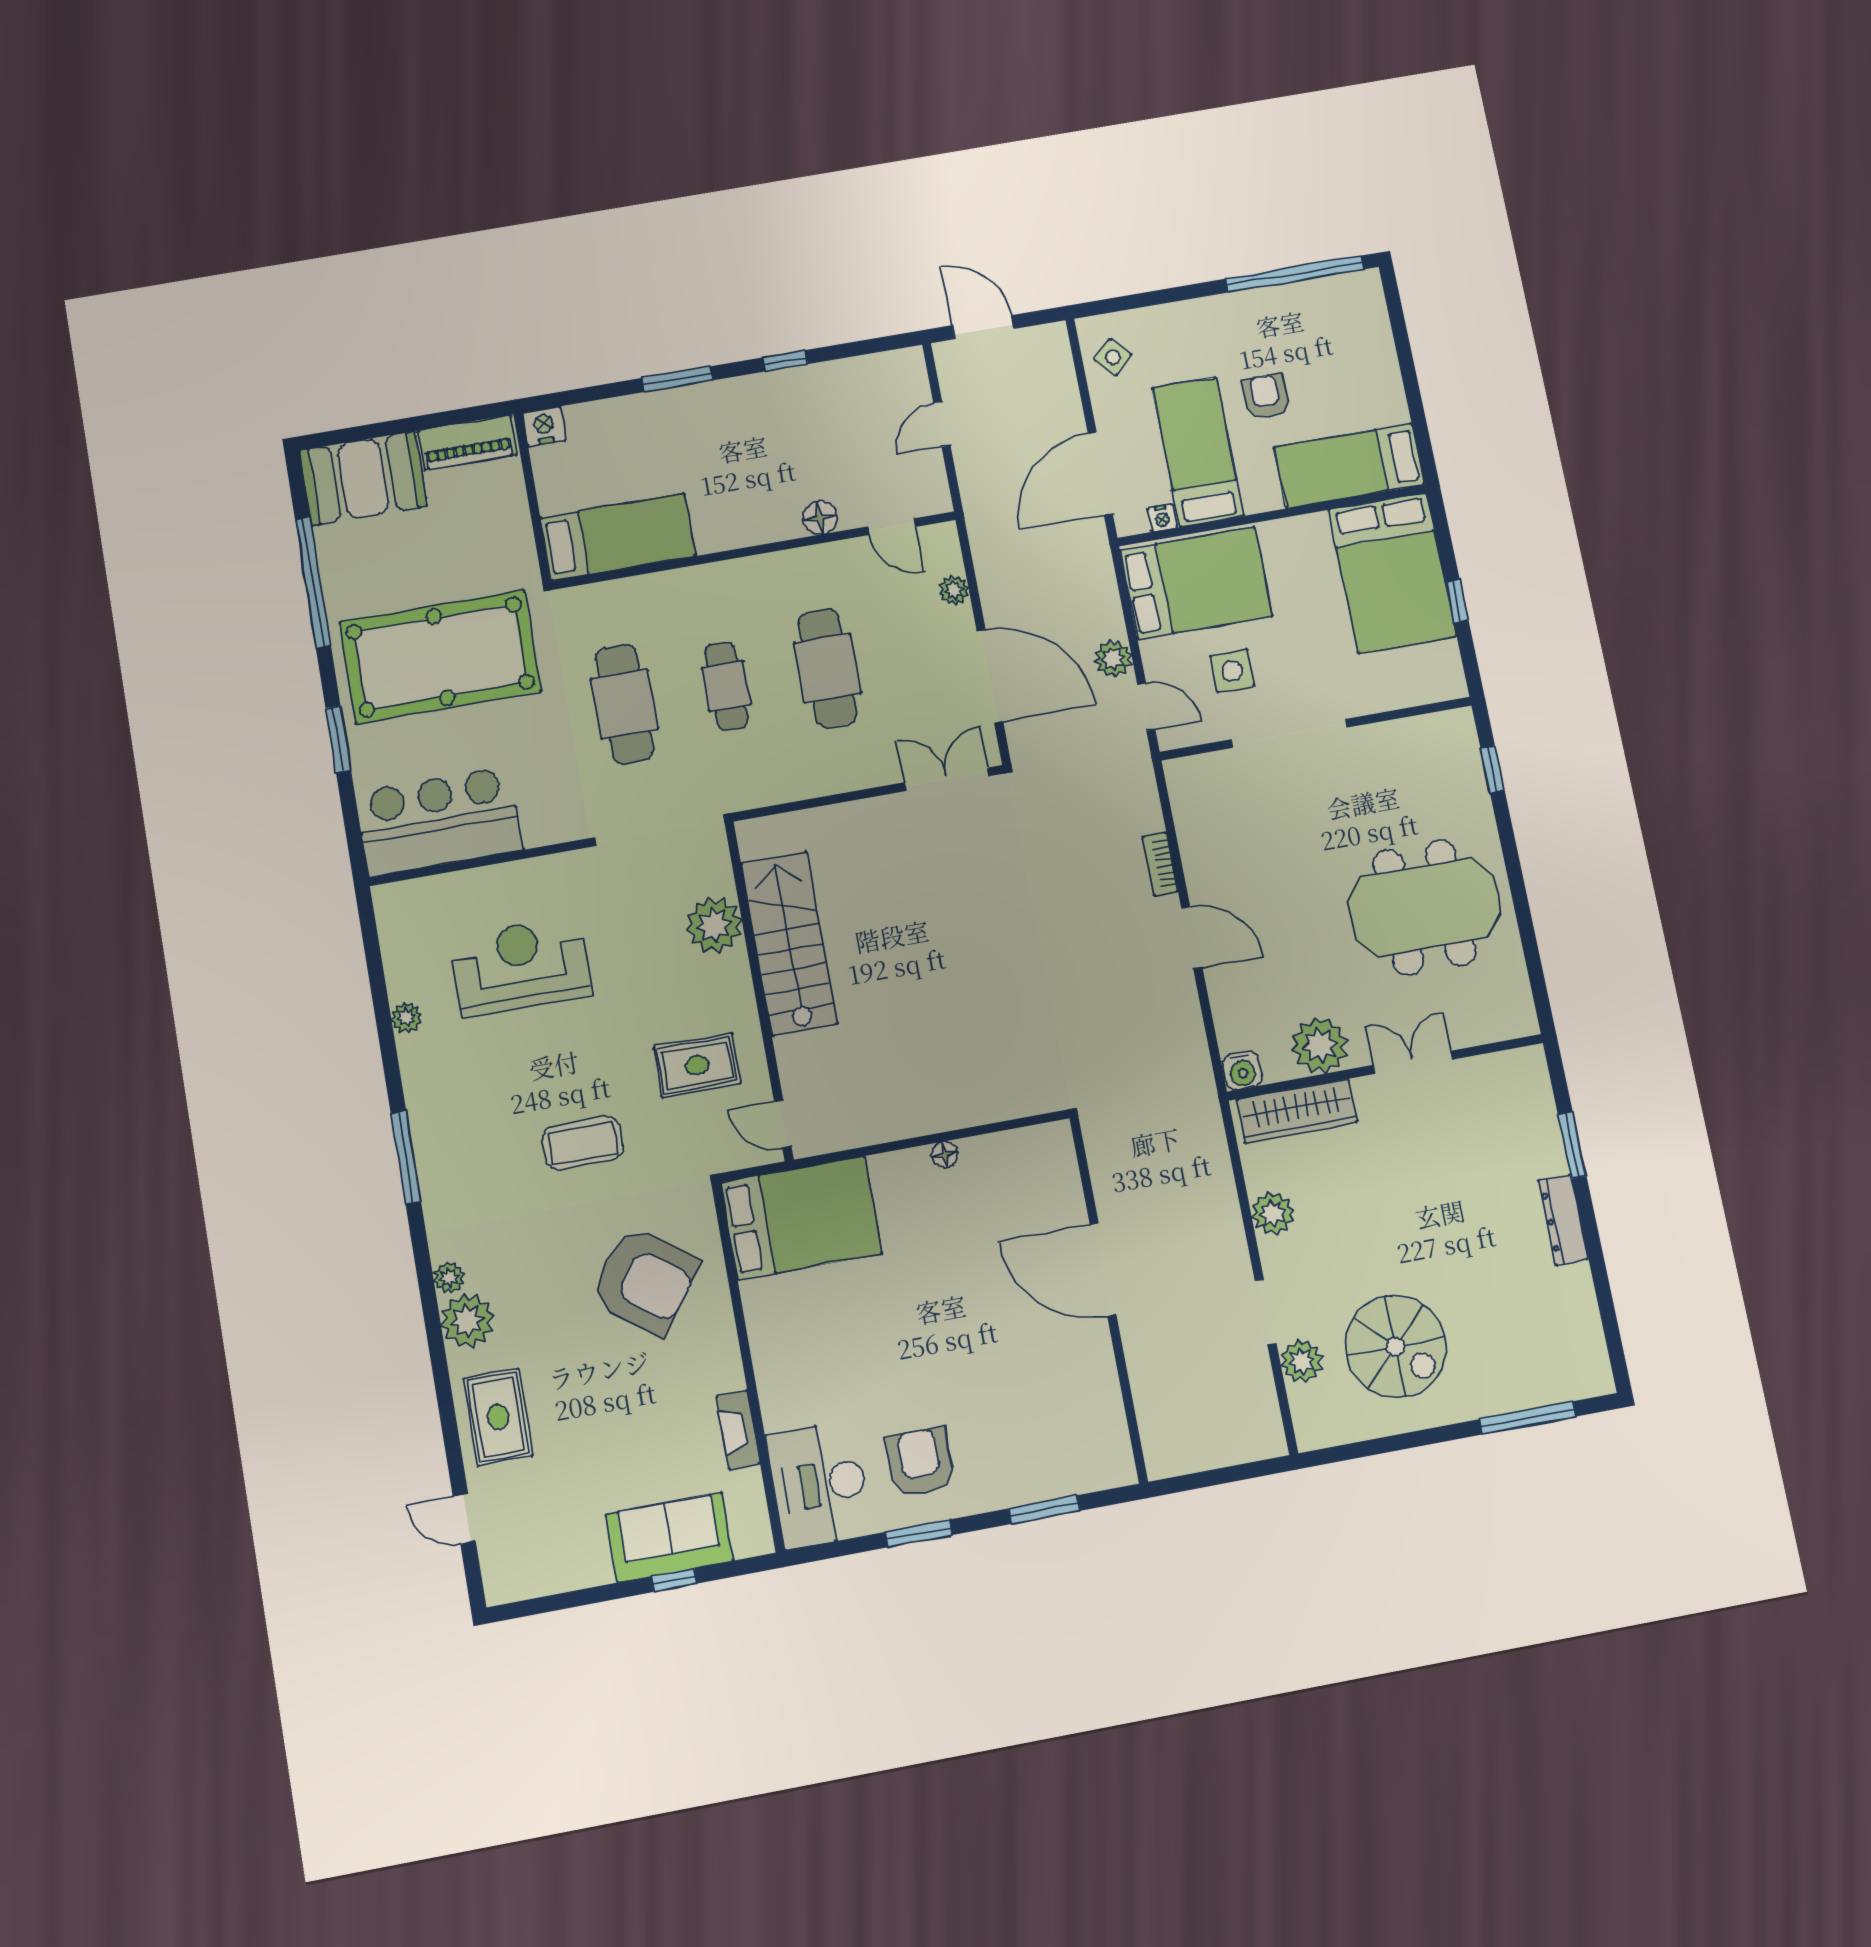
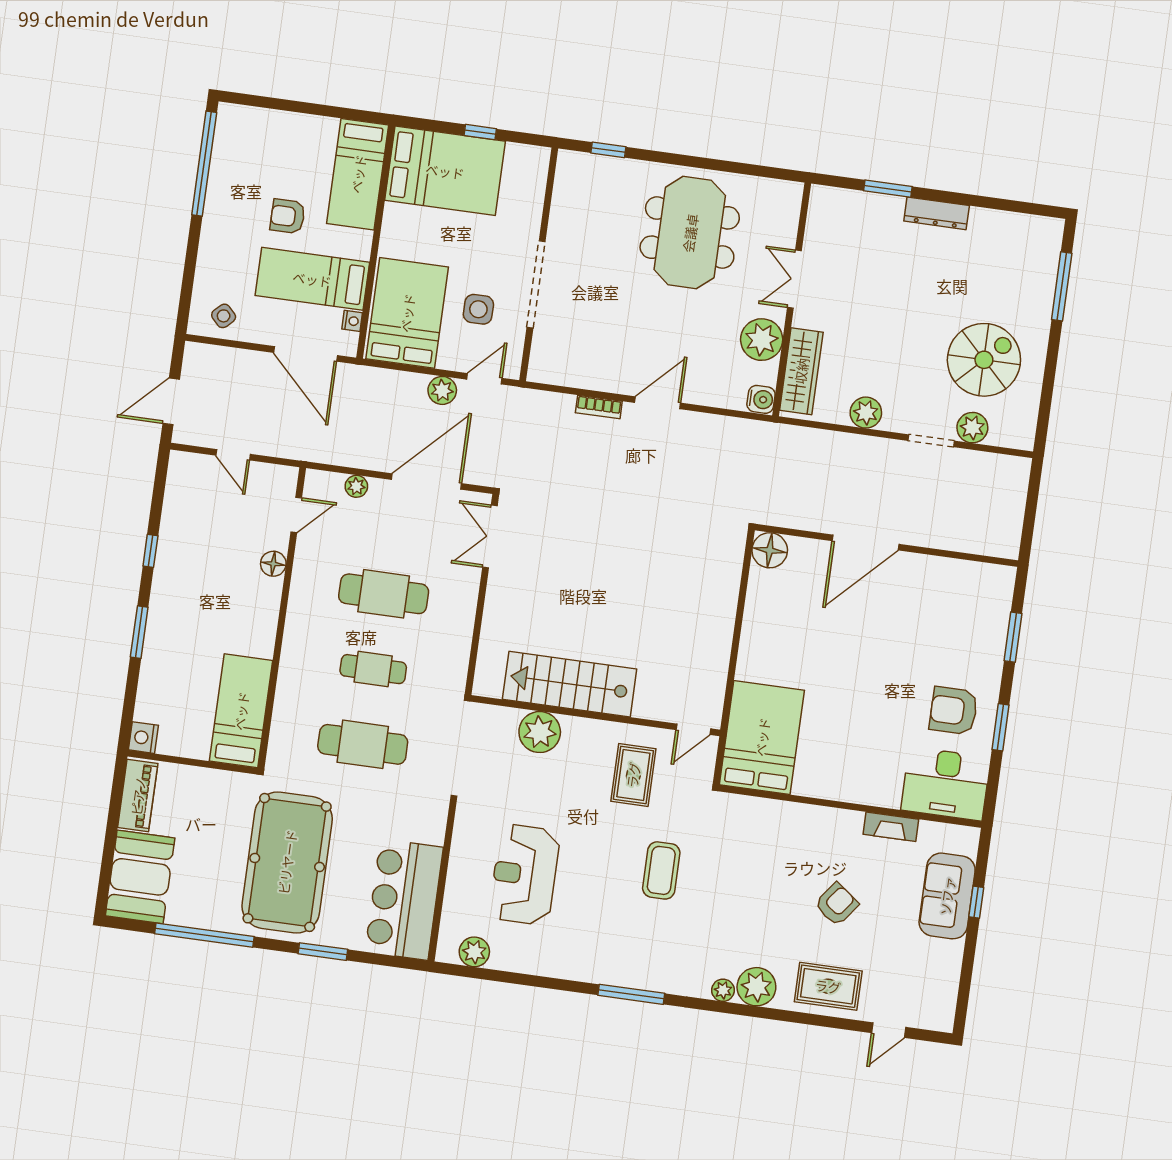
plant: (406, 1017) -> (474, 952), moved, width x1.38, depth x1.38
floor lamp: (945, 1154) -> (770, 550), moved, width x1.89, depth x1.89
armchair: (645, 1280) -> (837, 904), moved, width x0.53, depth x0.53

